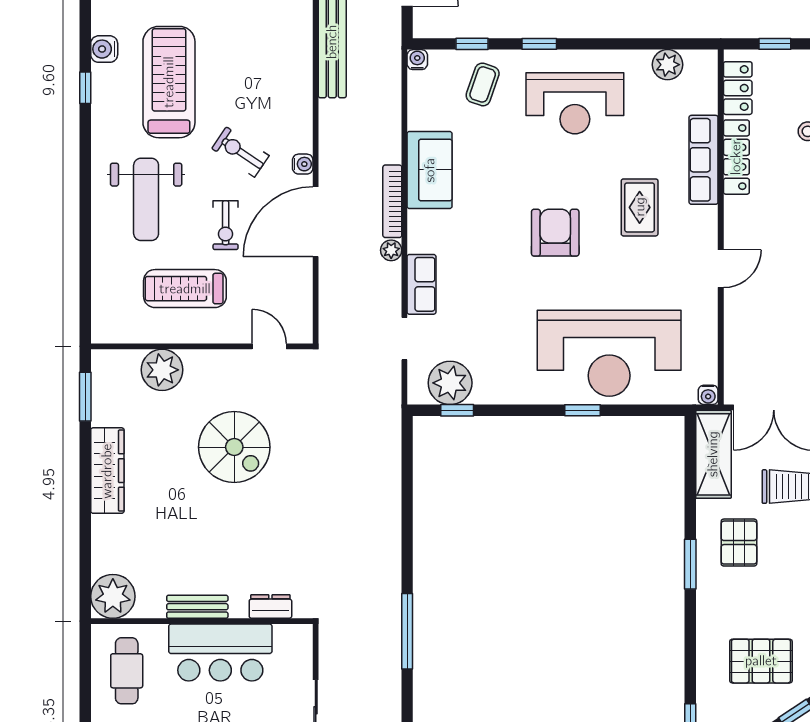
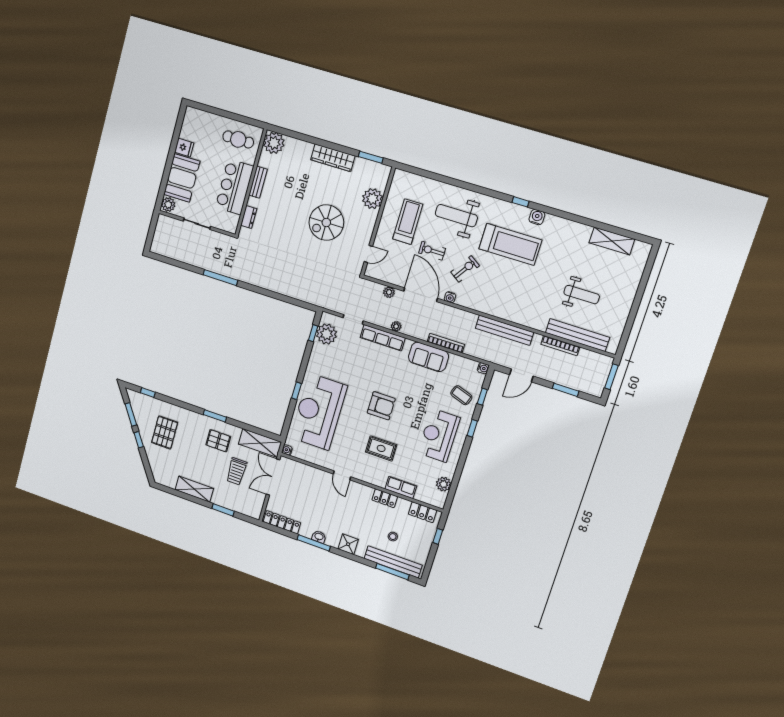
locker: (736, 157) -> (385, 498), width x0.66
row of seats: (704, 160) -> (401, 487), width x0.68
bookcase: (392, 201) -> (446, 343), moved
plant: (330, 284) -> (389, 292), added
row of seats: (422, 284) -> (383, 338), width x1.48

